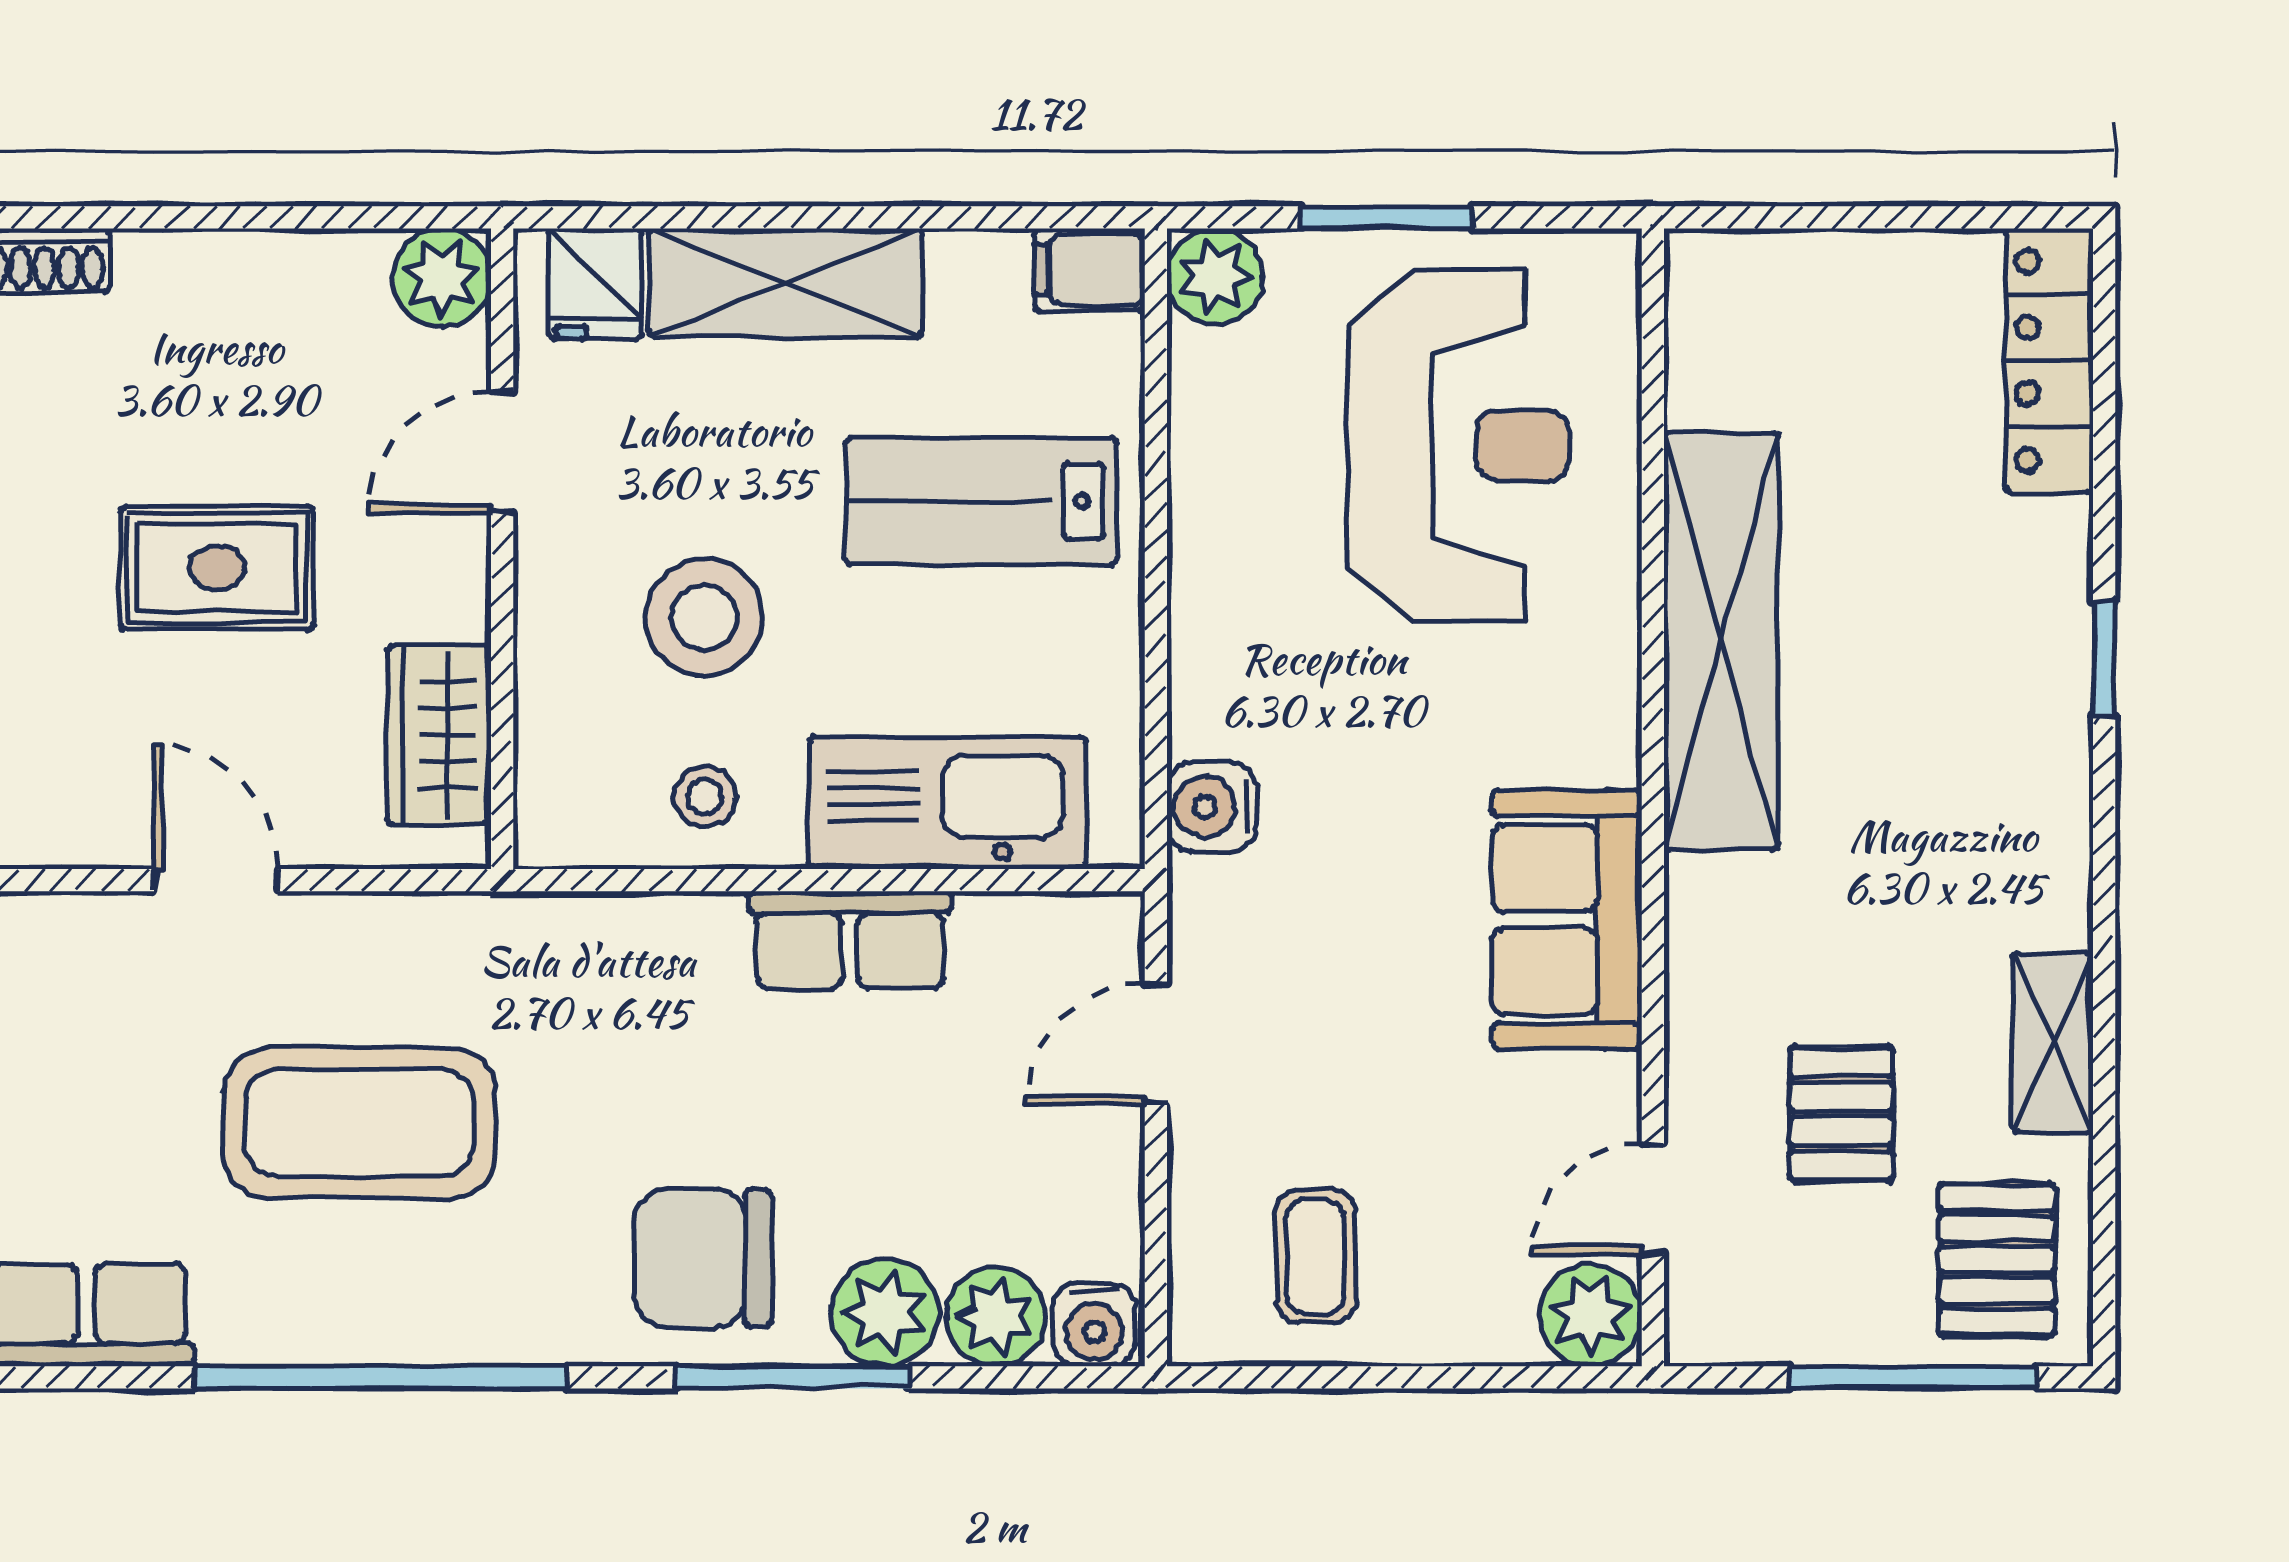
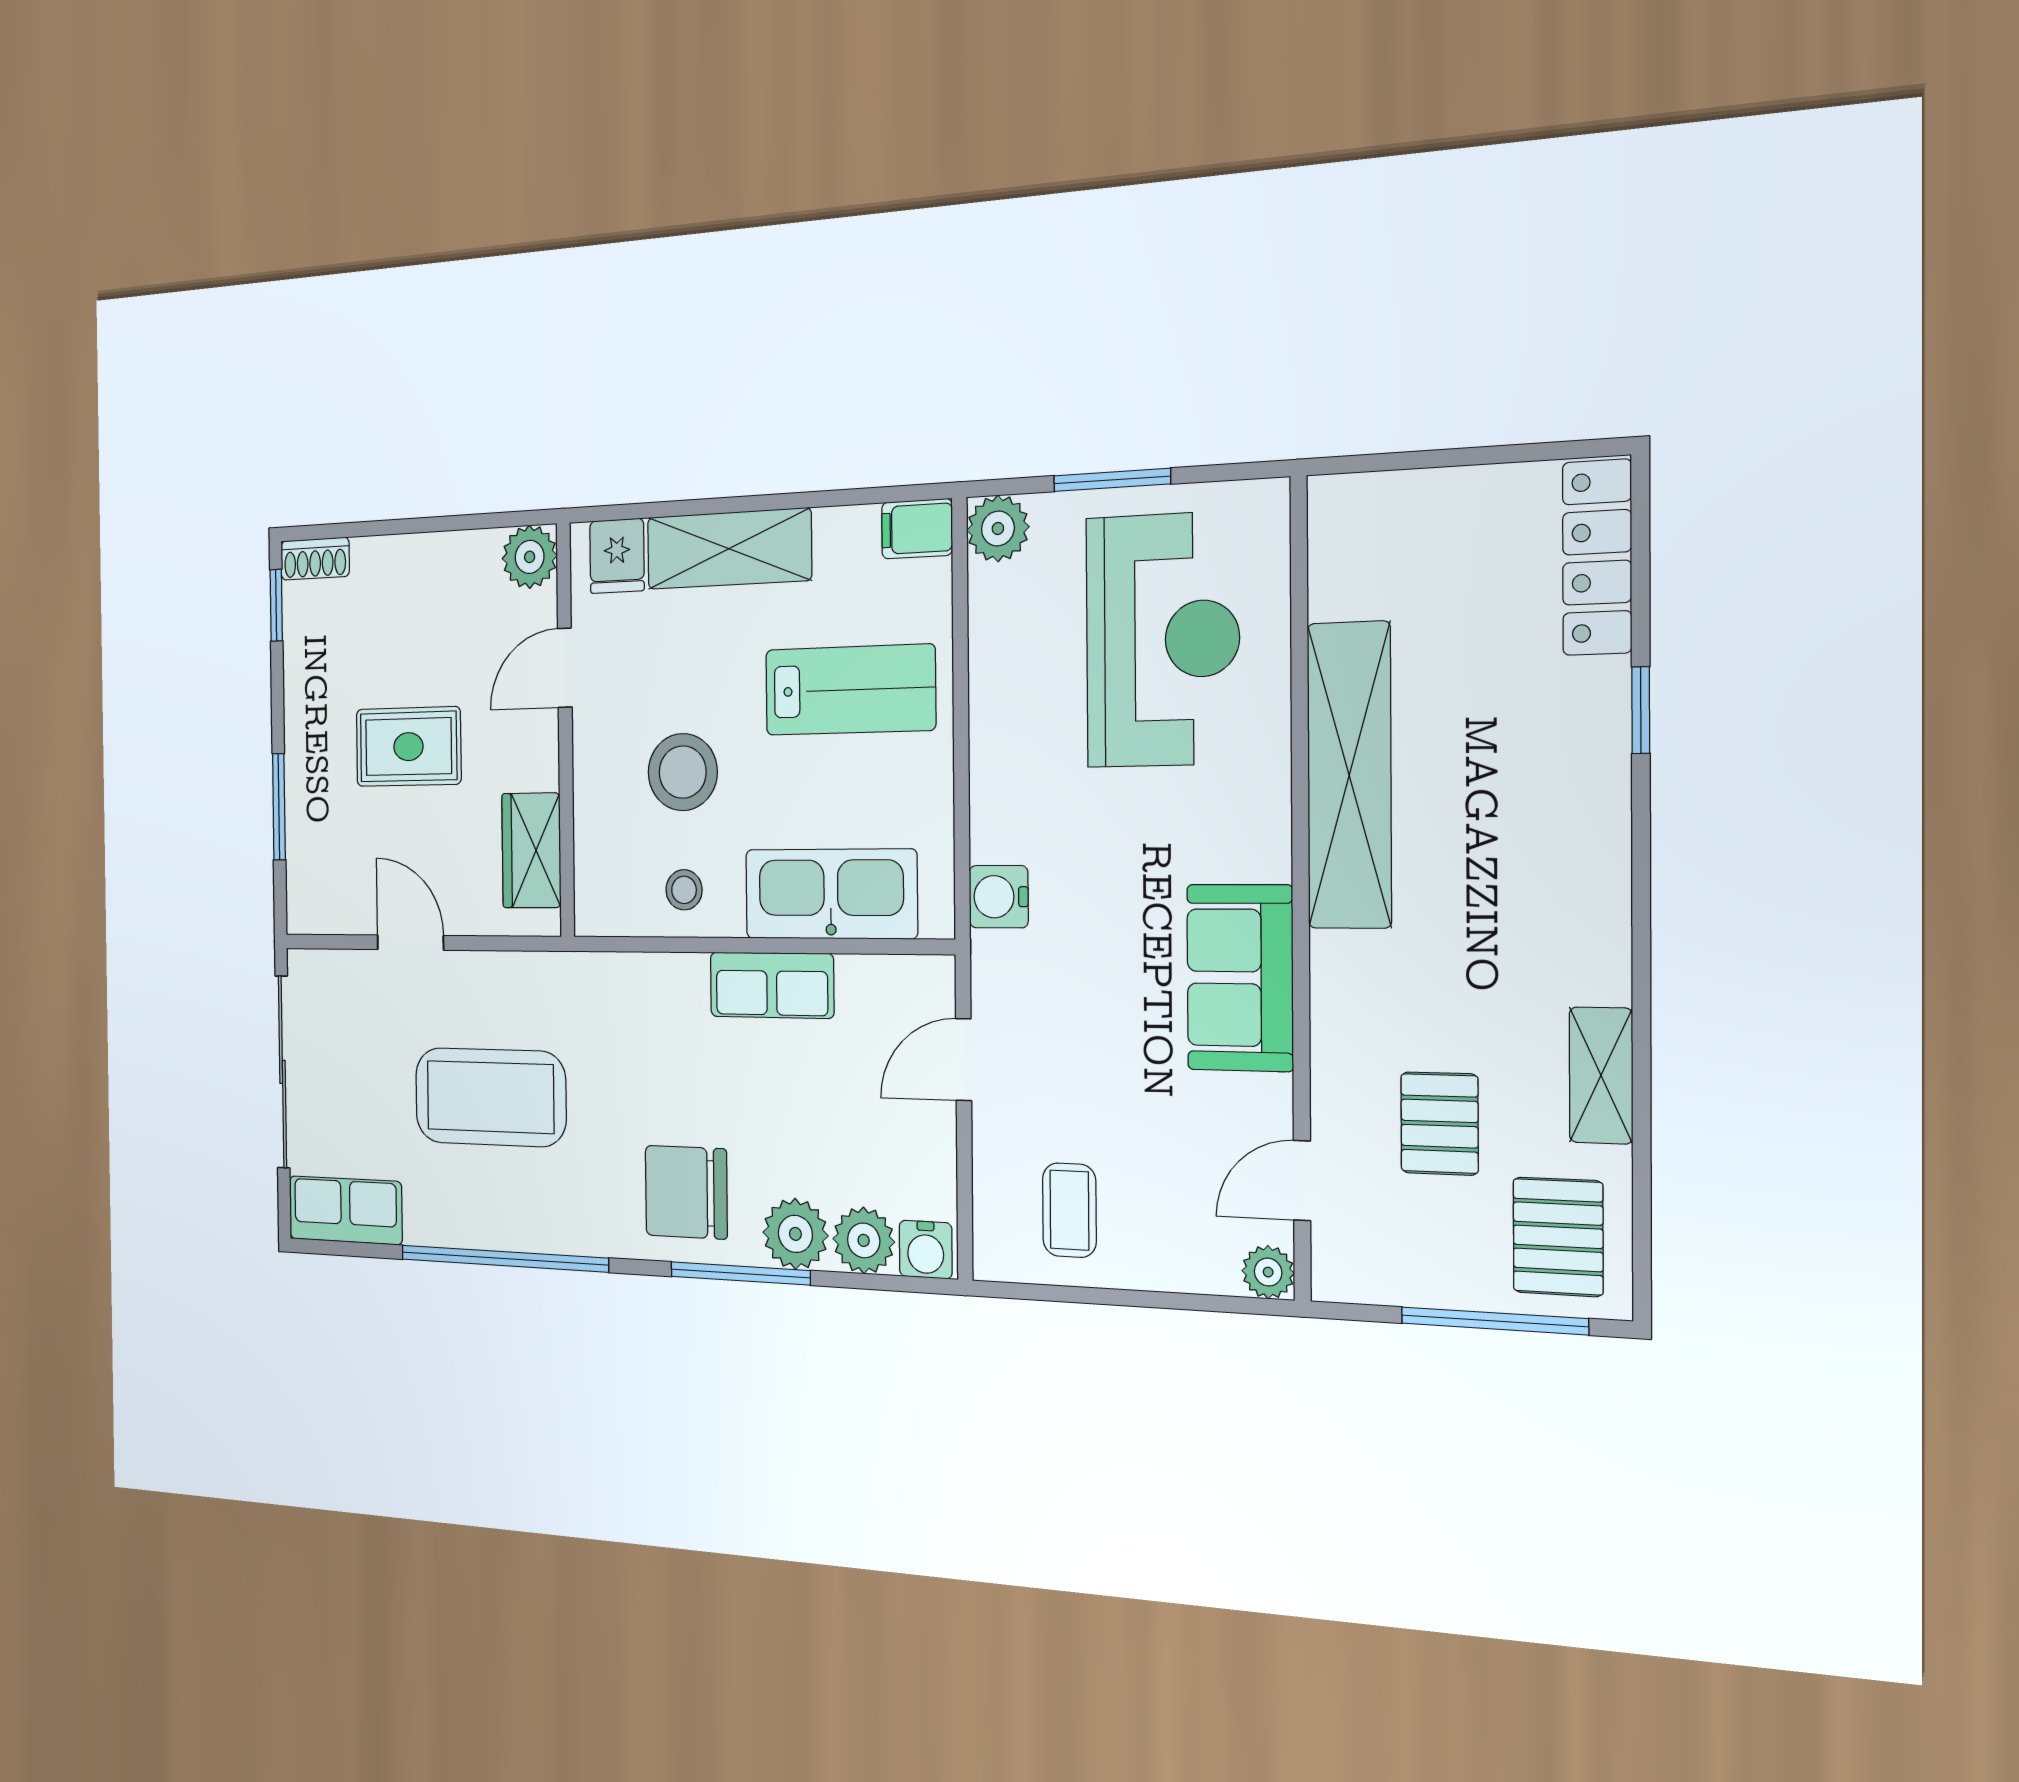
lab bench: (981, 501) -> (850, 690), turned 180
window: (2104, 659) -> (1641, 710), moved
plant: (1591, 1315) -> (1268, 1272), width x0.73, depth x0.73

